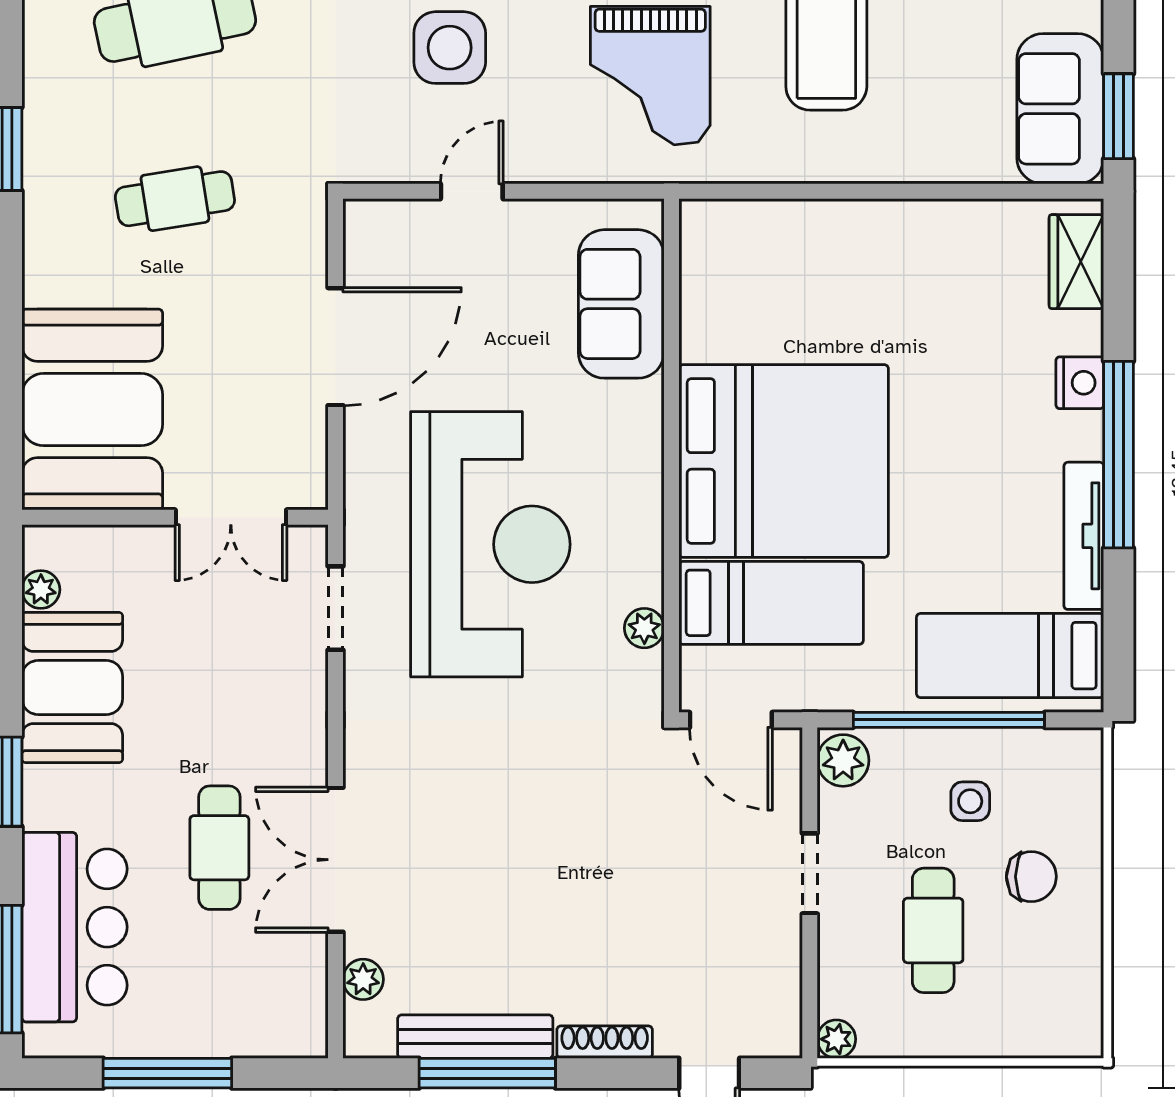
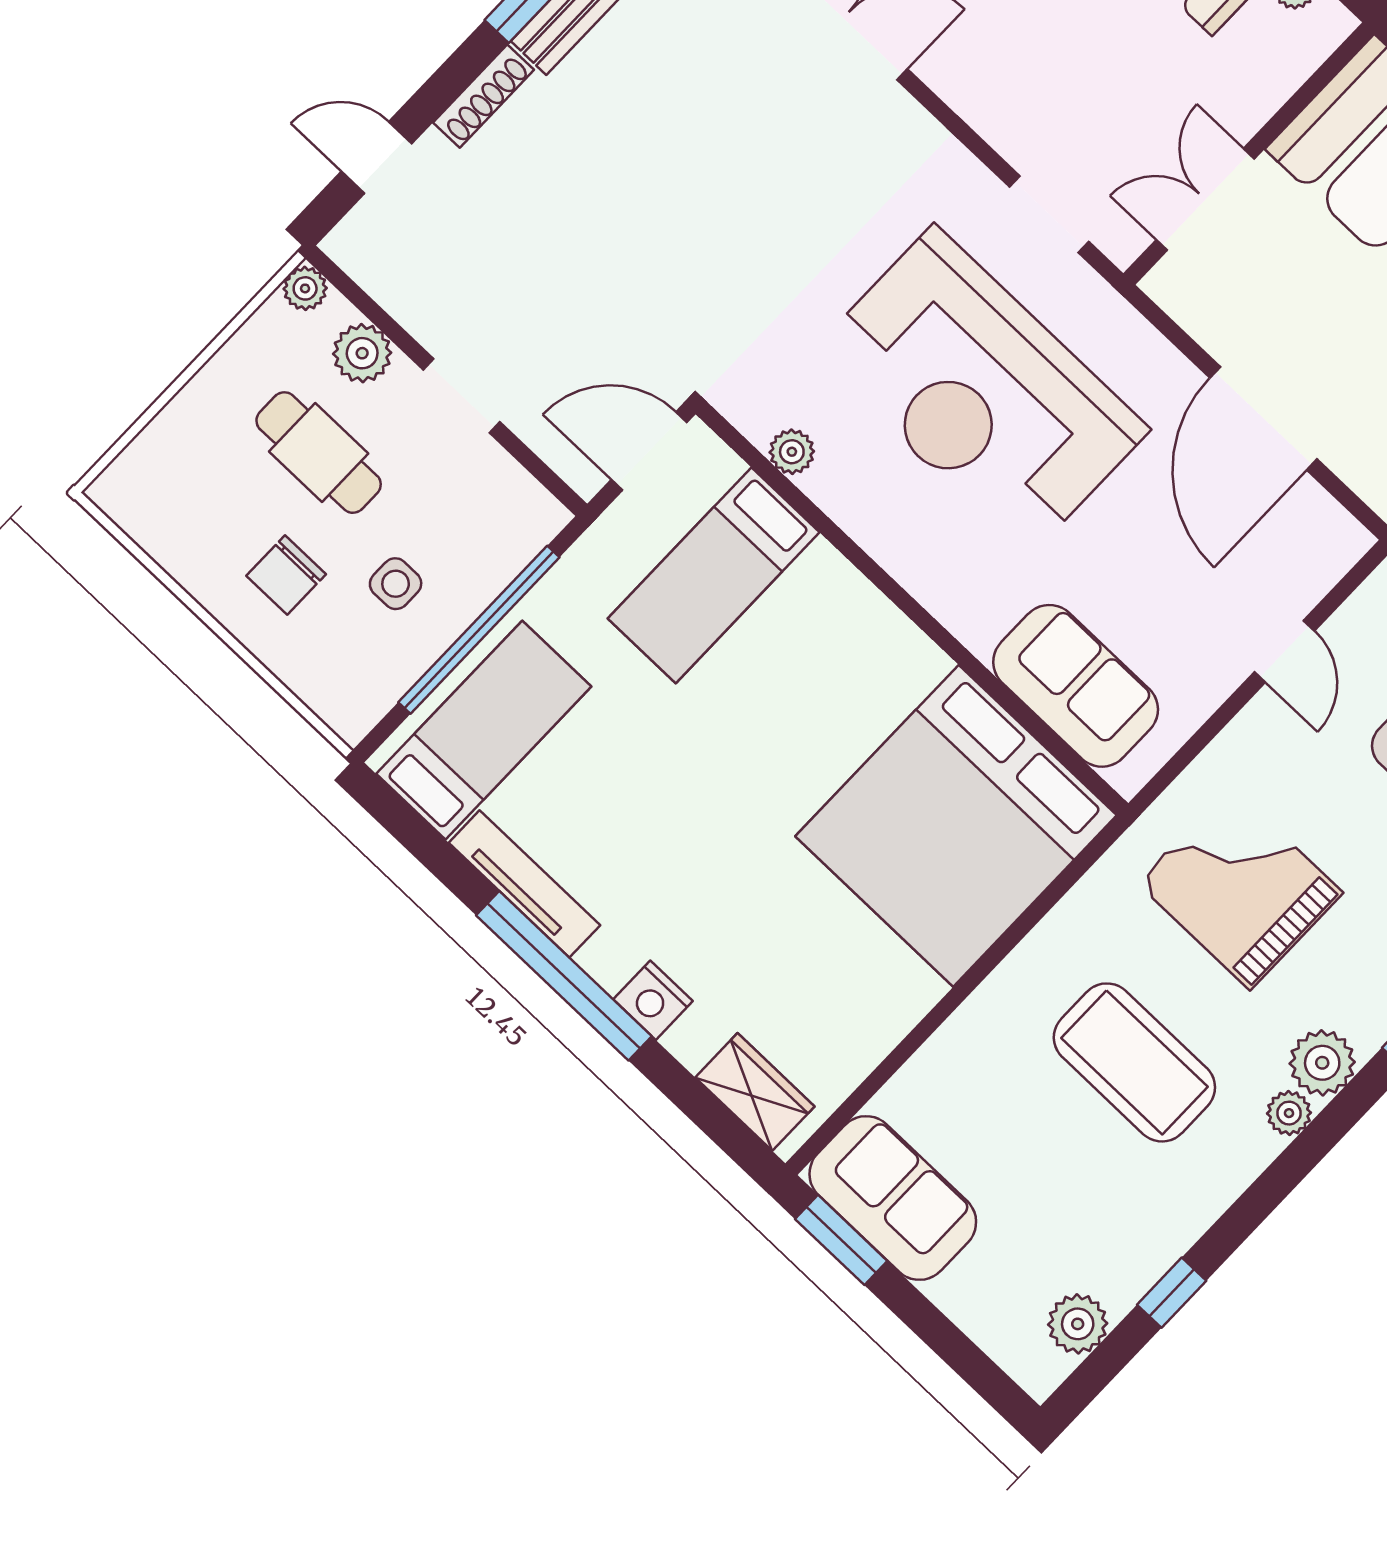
bed: (784, 461) -> (956, 826), moved
plant: (843, 760) -> (362, 353), moved

